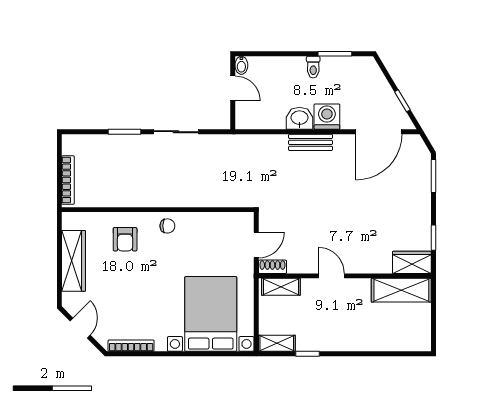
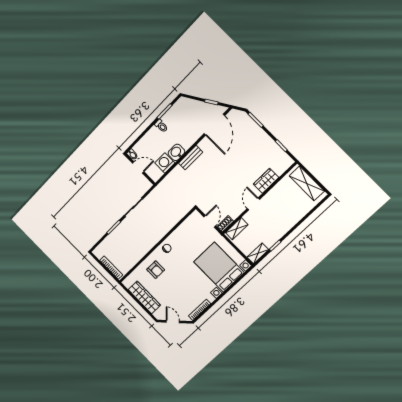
washing machine: (327, 117) -> (165, 163), moved
wardrobe: (412, 262) -> (266, 181), moved
door: (331, 276) -> (253, 204), hinge flipped
shelving: (401, 290) -> (307, 183), moved, turned 90

